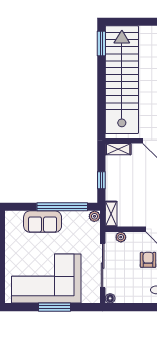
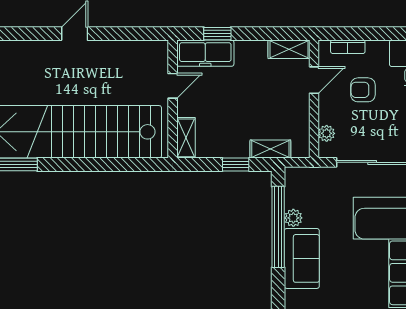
shelving: (111, 214) -> (270, 149), moved
plant: (94, 216) -> (293, 218), moved

